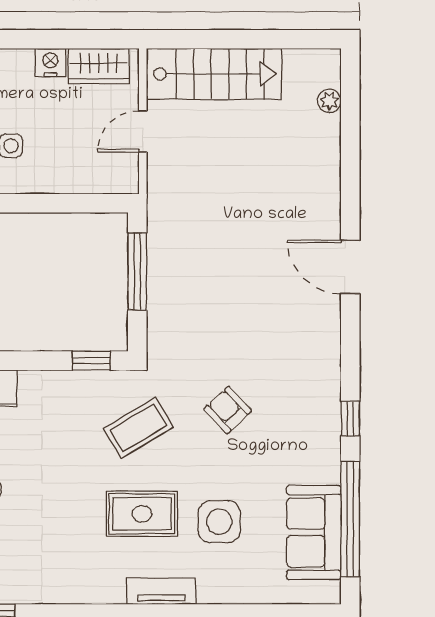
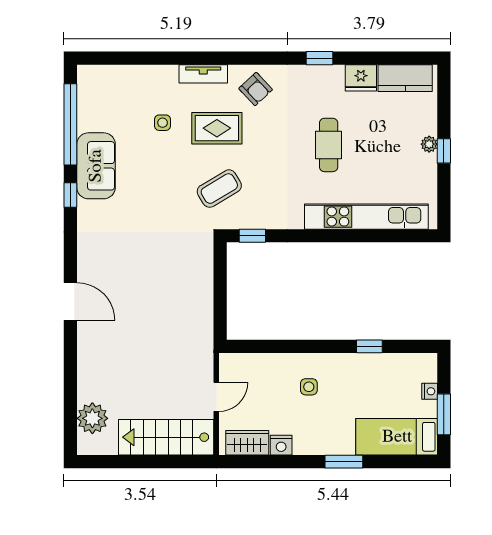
plant: (329, 101) -> (92, 418), width x1.87, depth x1.87
window: (137, 272) -> (220, 298), removed
armchair: (228, 410) -> (256, 89), moved
side table: (219, 522) -> (163, 123), width x0.54, depth x0.54
sofa: (314, 532) -> (96, 166), moved

